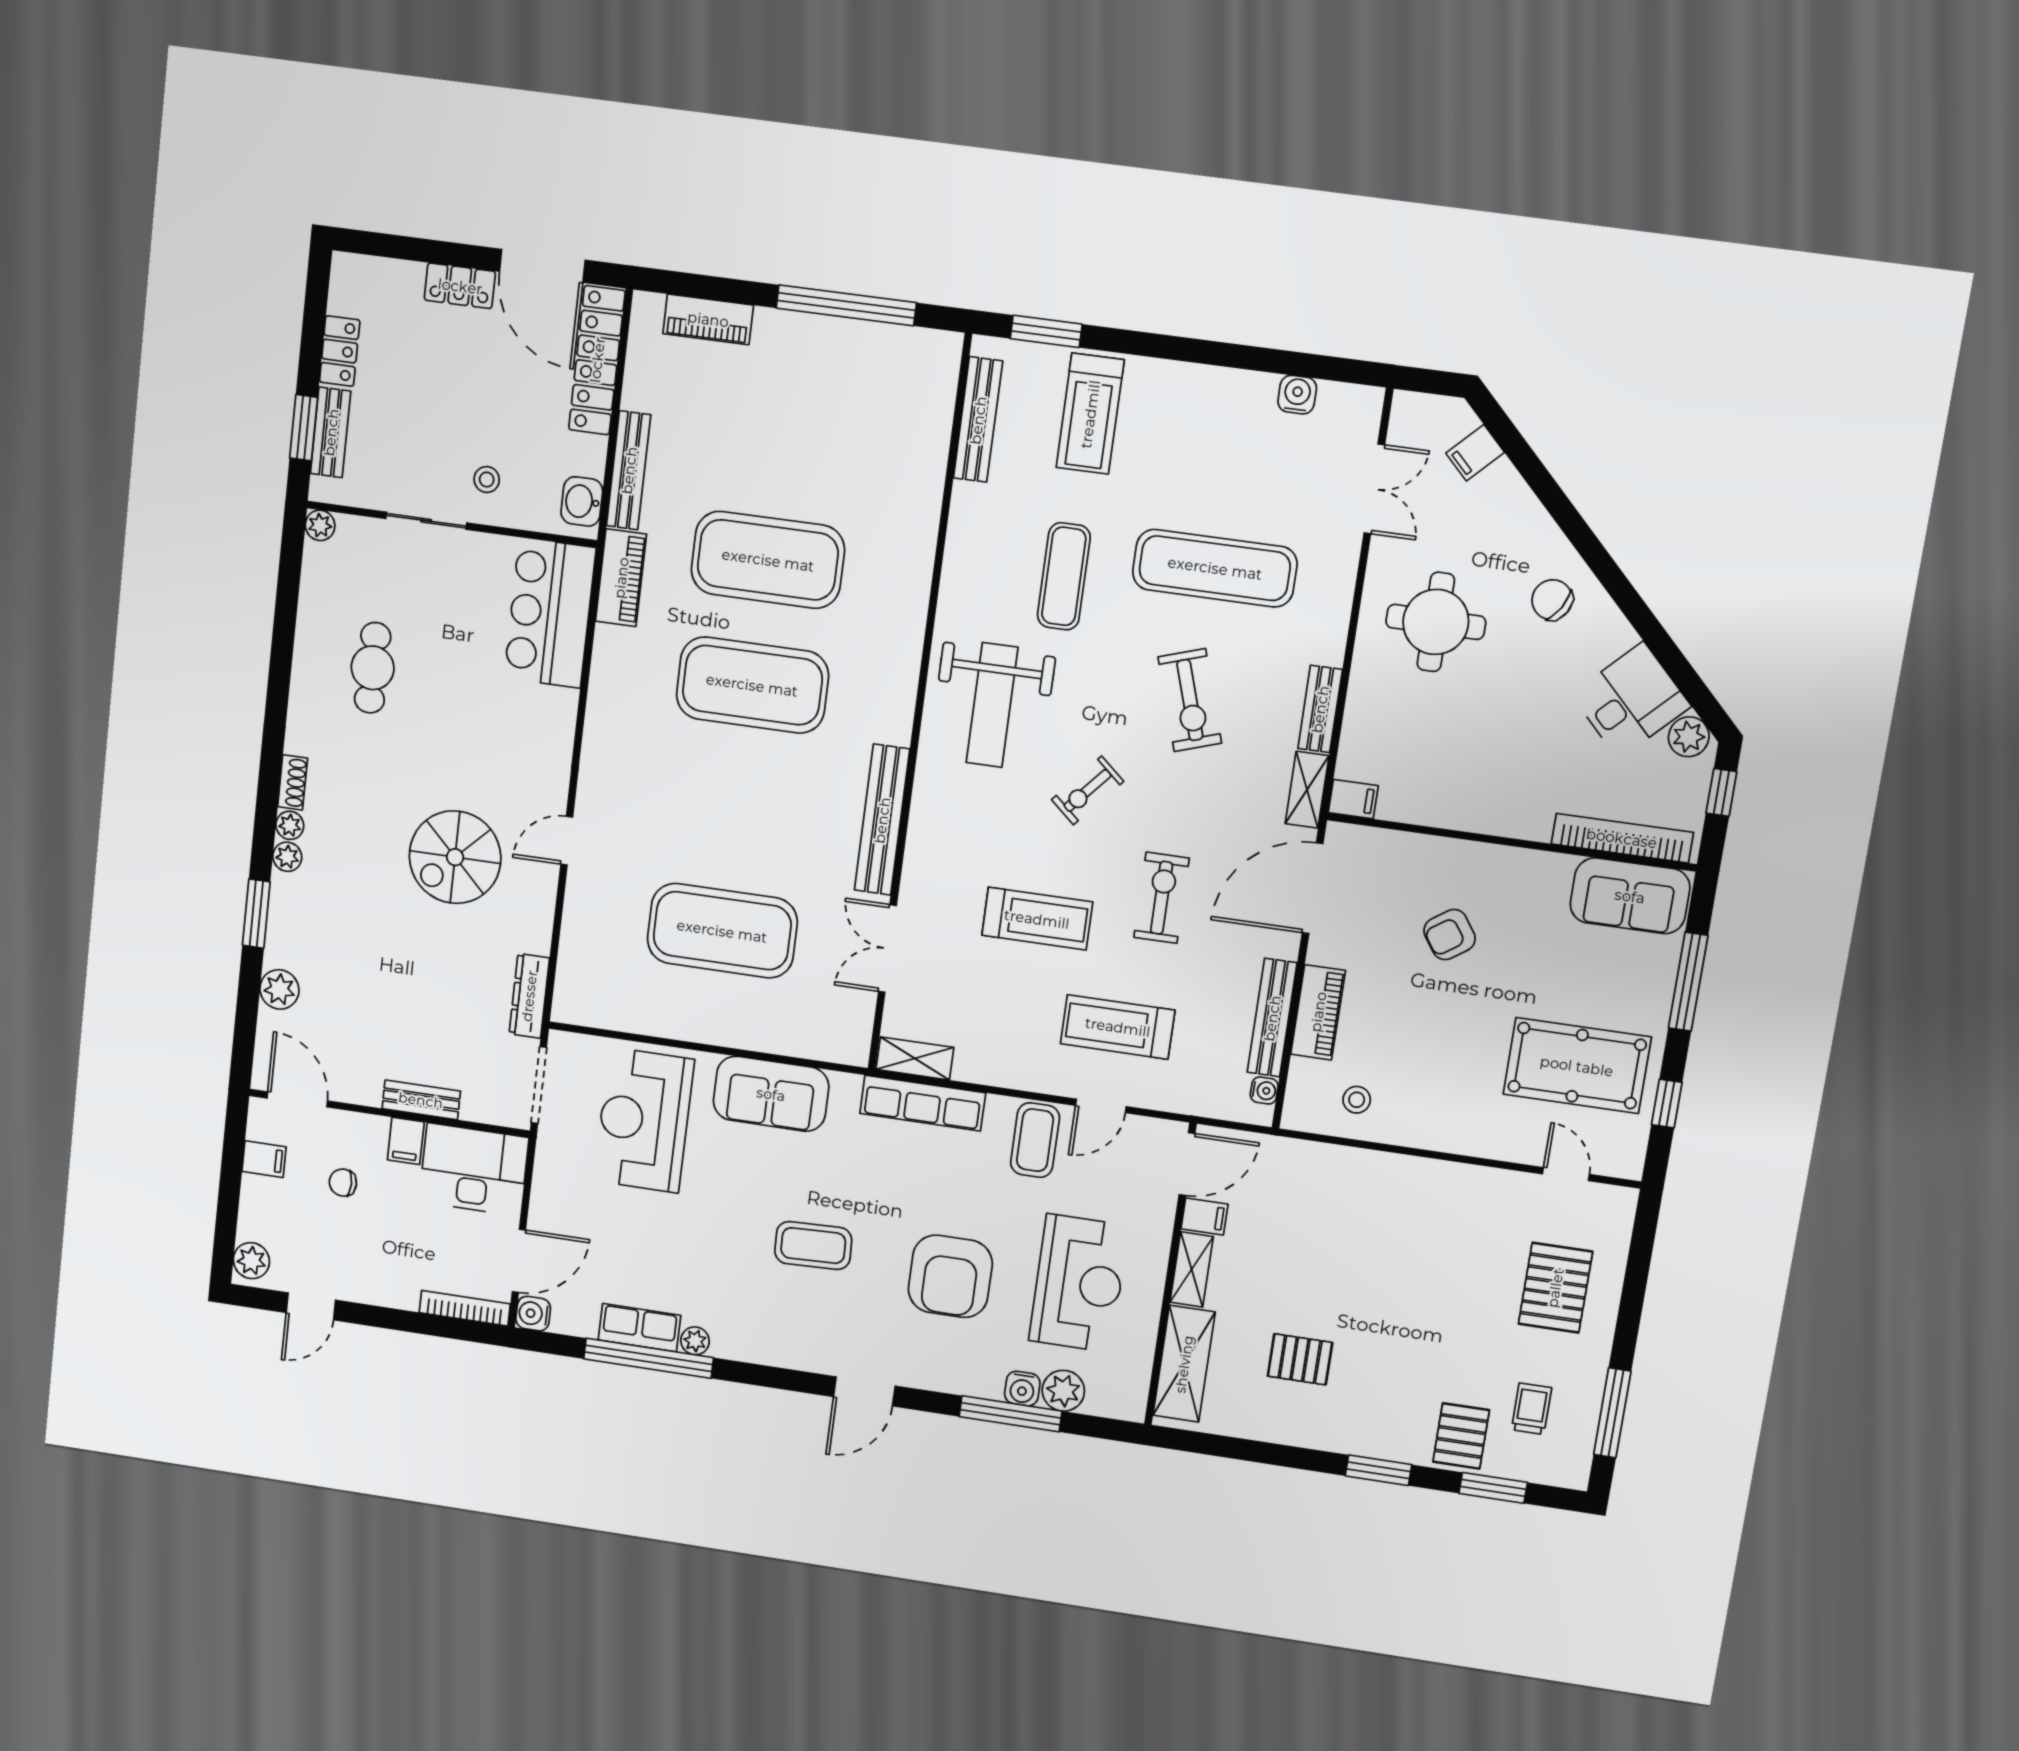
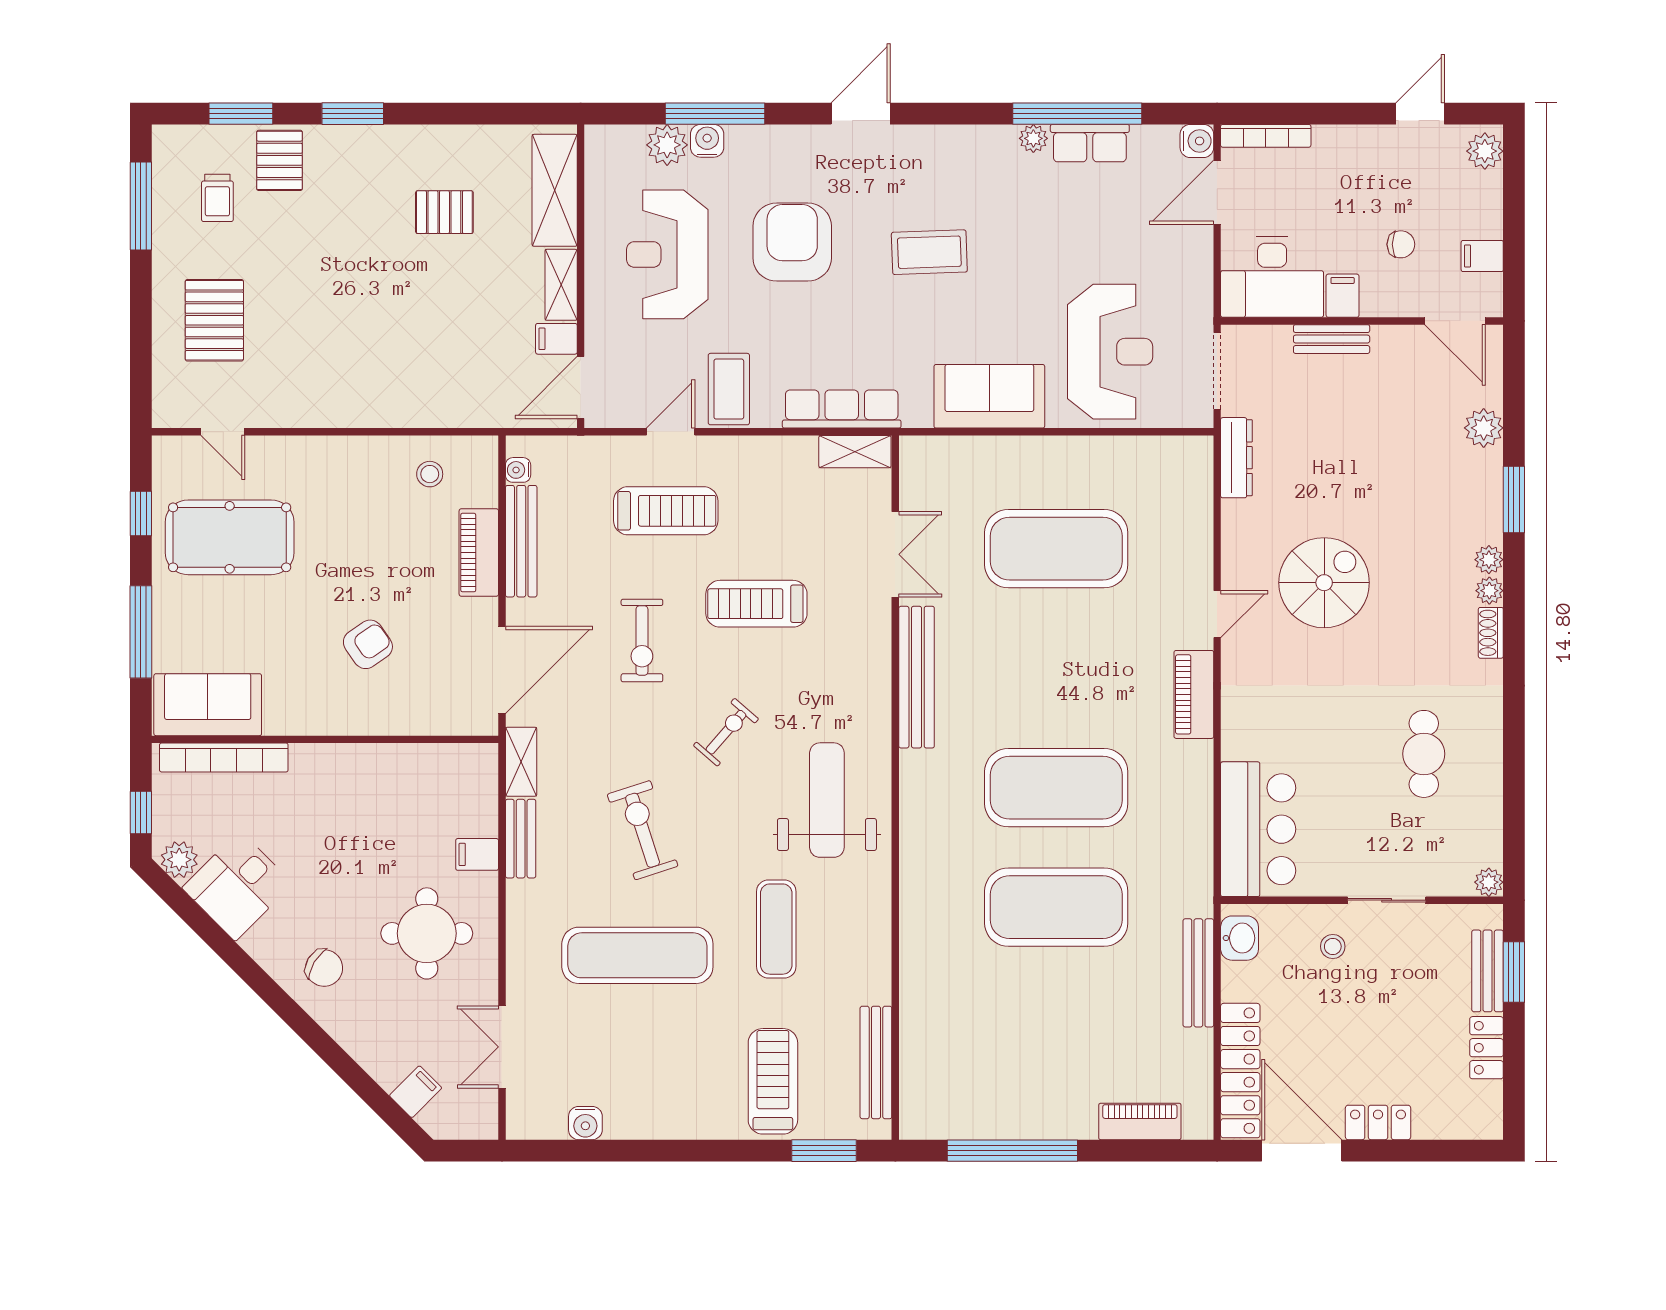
piano: (621, 578) -> (1194, 694), moved
filing cabinet: (1353, 799) -> (477, 854), moved

